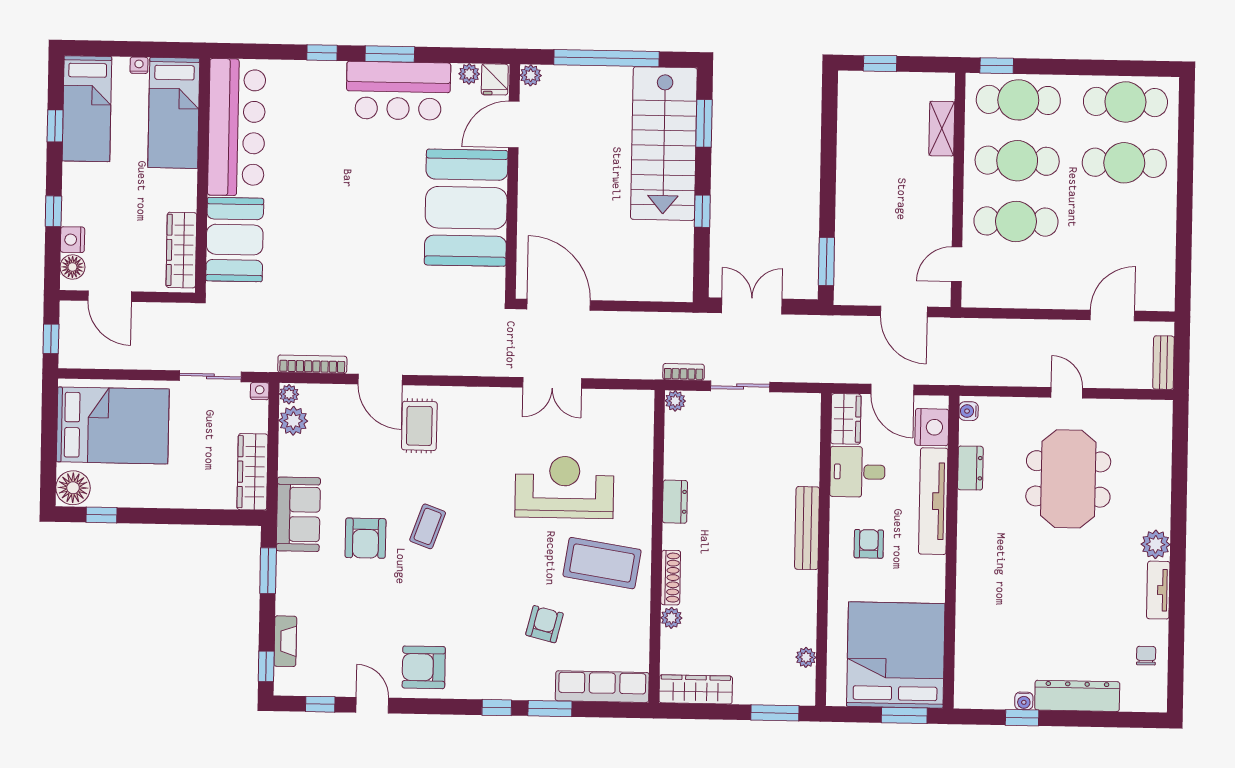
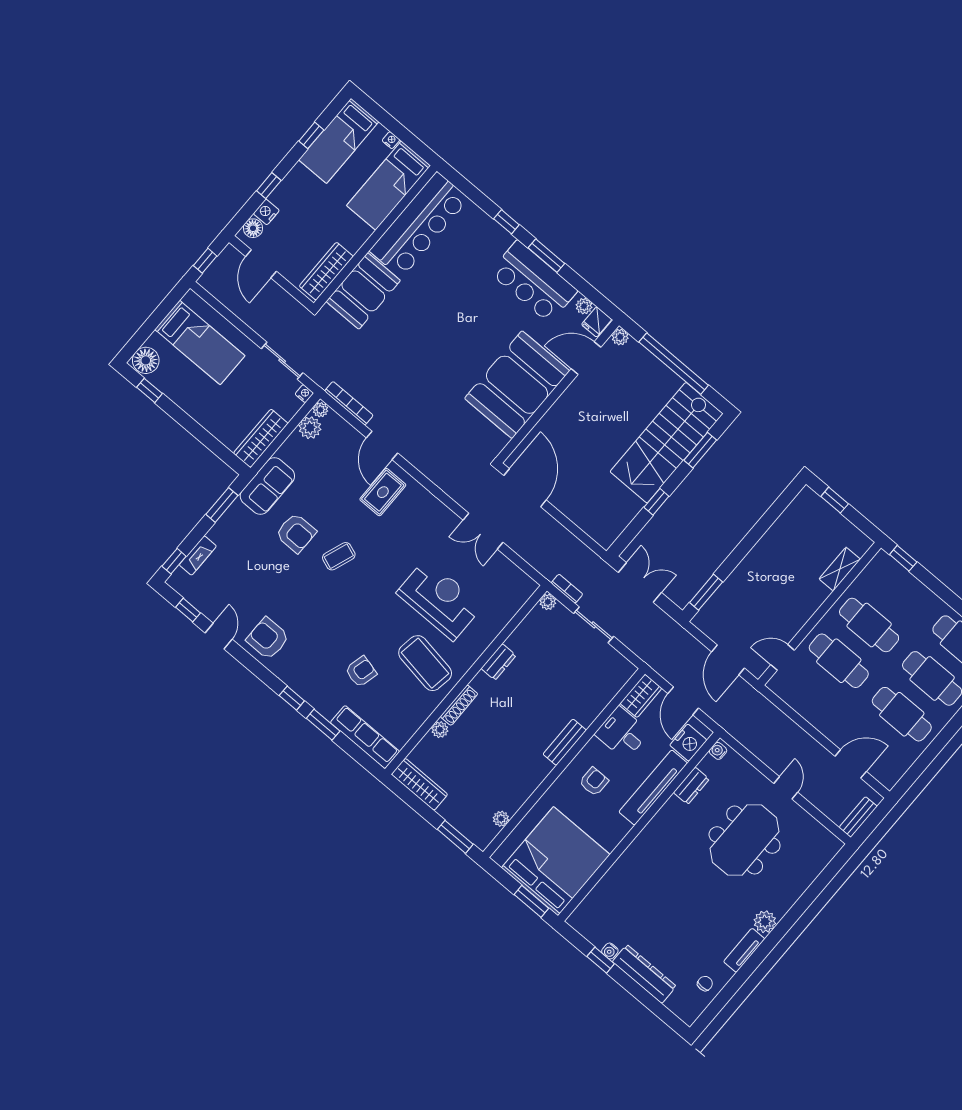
cafe table: (1018, 100) -> (902, 714), moved
bed: (113, 425) -> (200, 343), width x0.67
bench: (807, 528) -> (565, 742), width x0.73
armchair: (366, 538) -> (296, 533), turned -90

